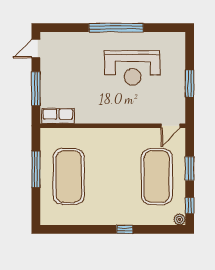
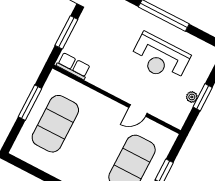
plant: (180, 88) -> (192, 97), added
door: (171, 126) -> (138, 110), moved

